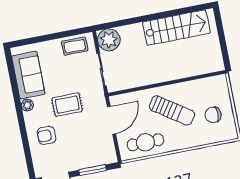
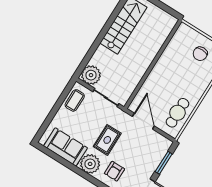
plant: (27, 105) -> (90, 164), width x1.88, depth x1.88
sun lounger: (172, 111) -> (173, 77), removed

